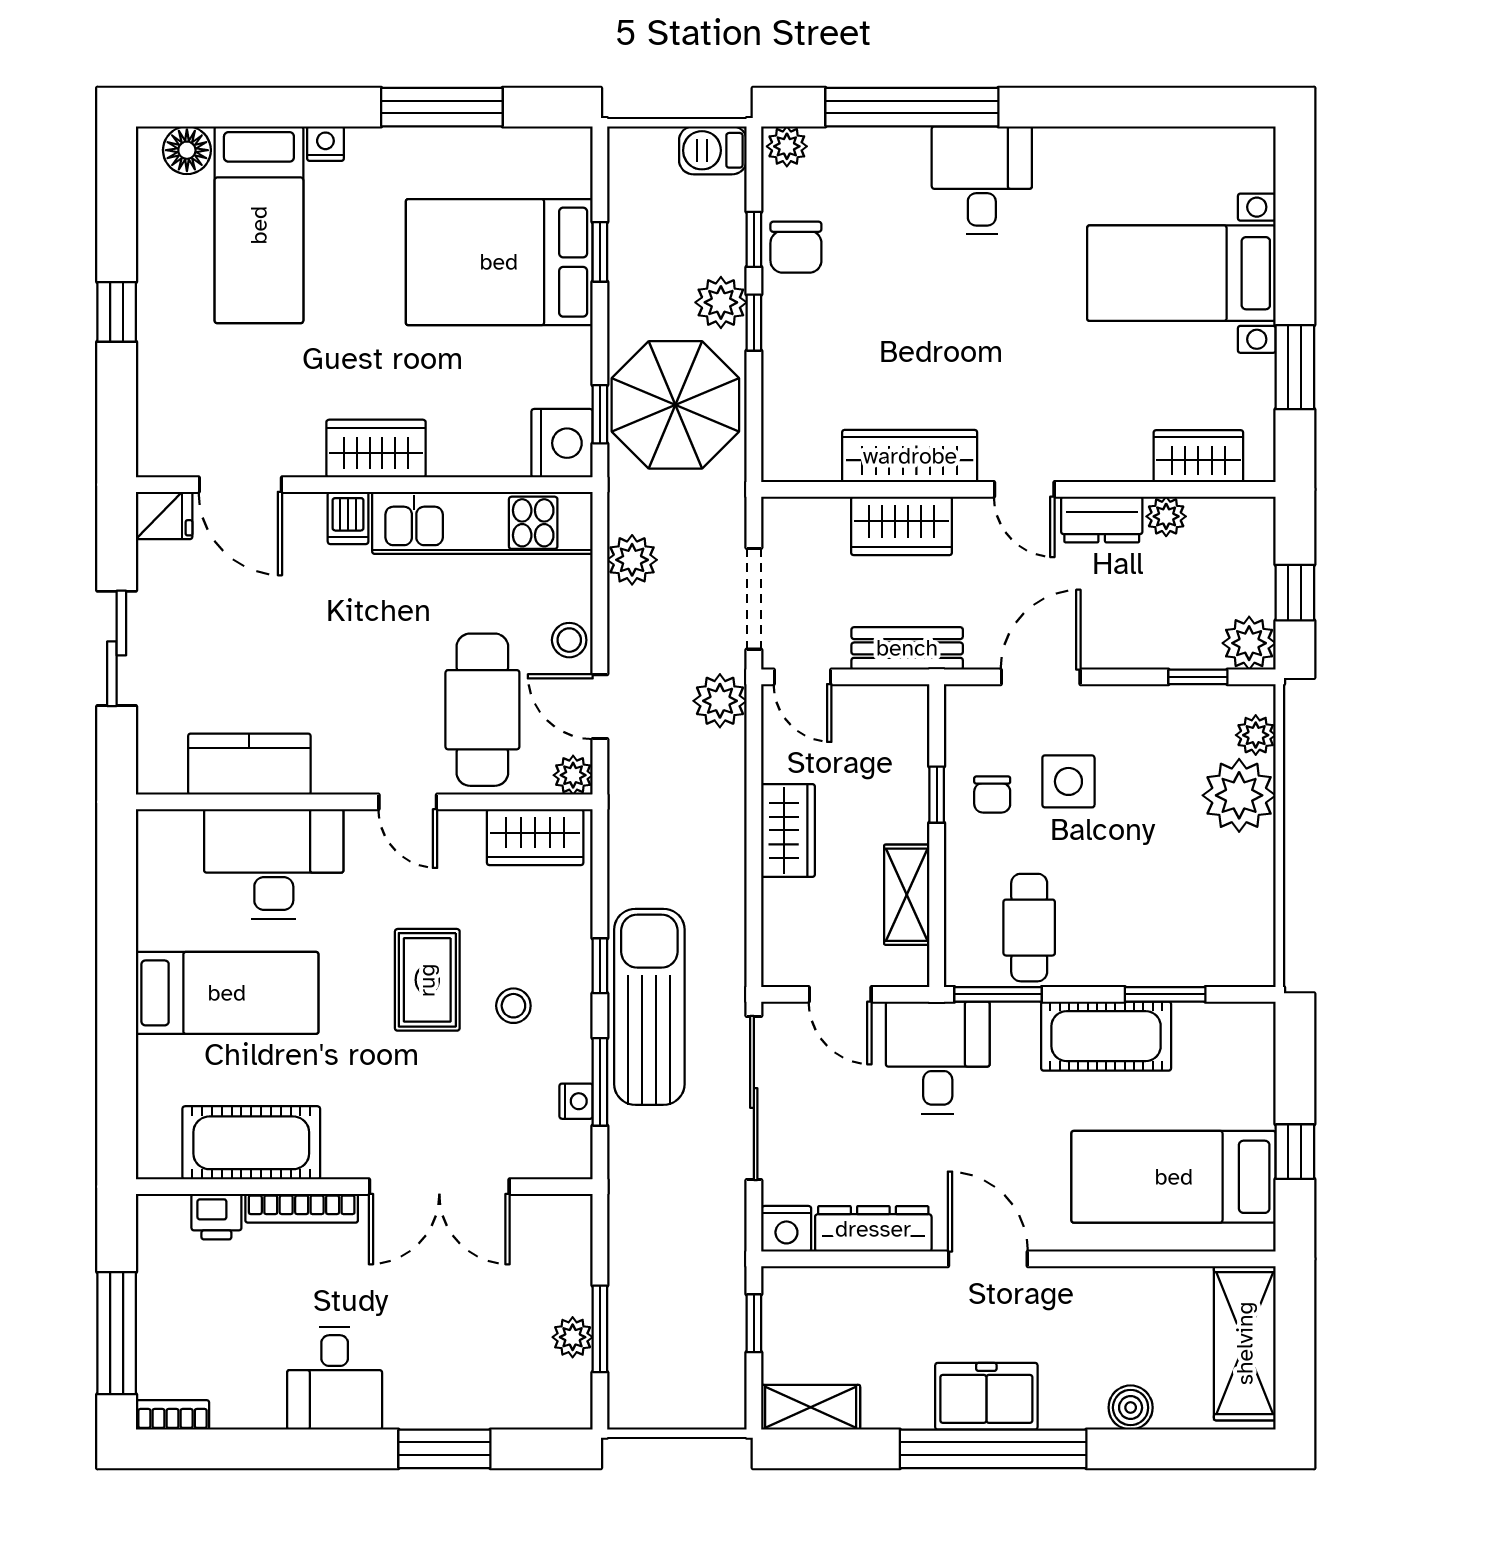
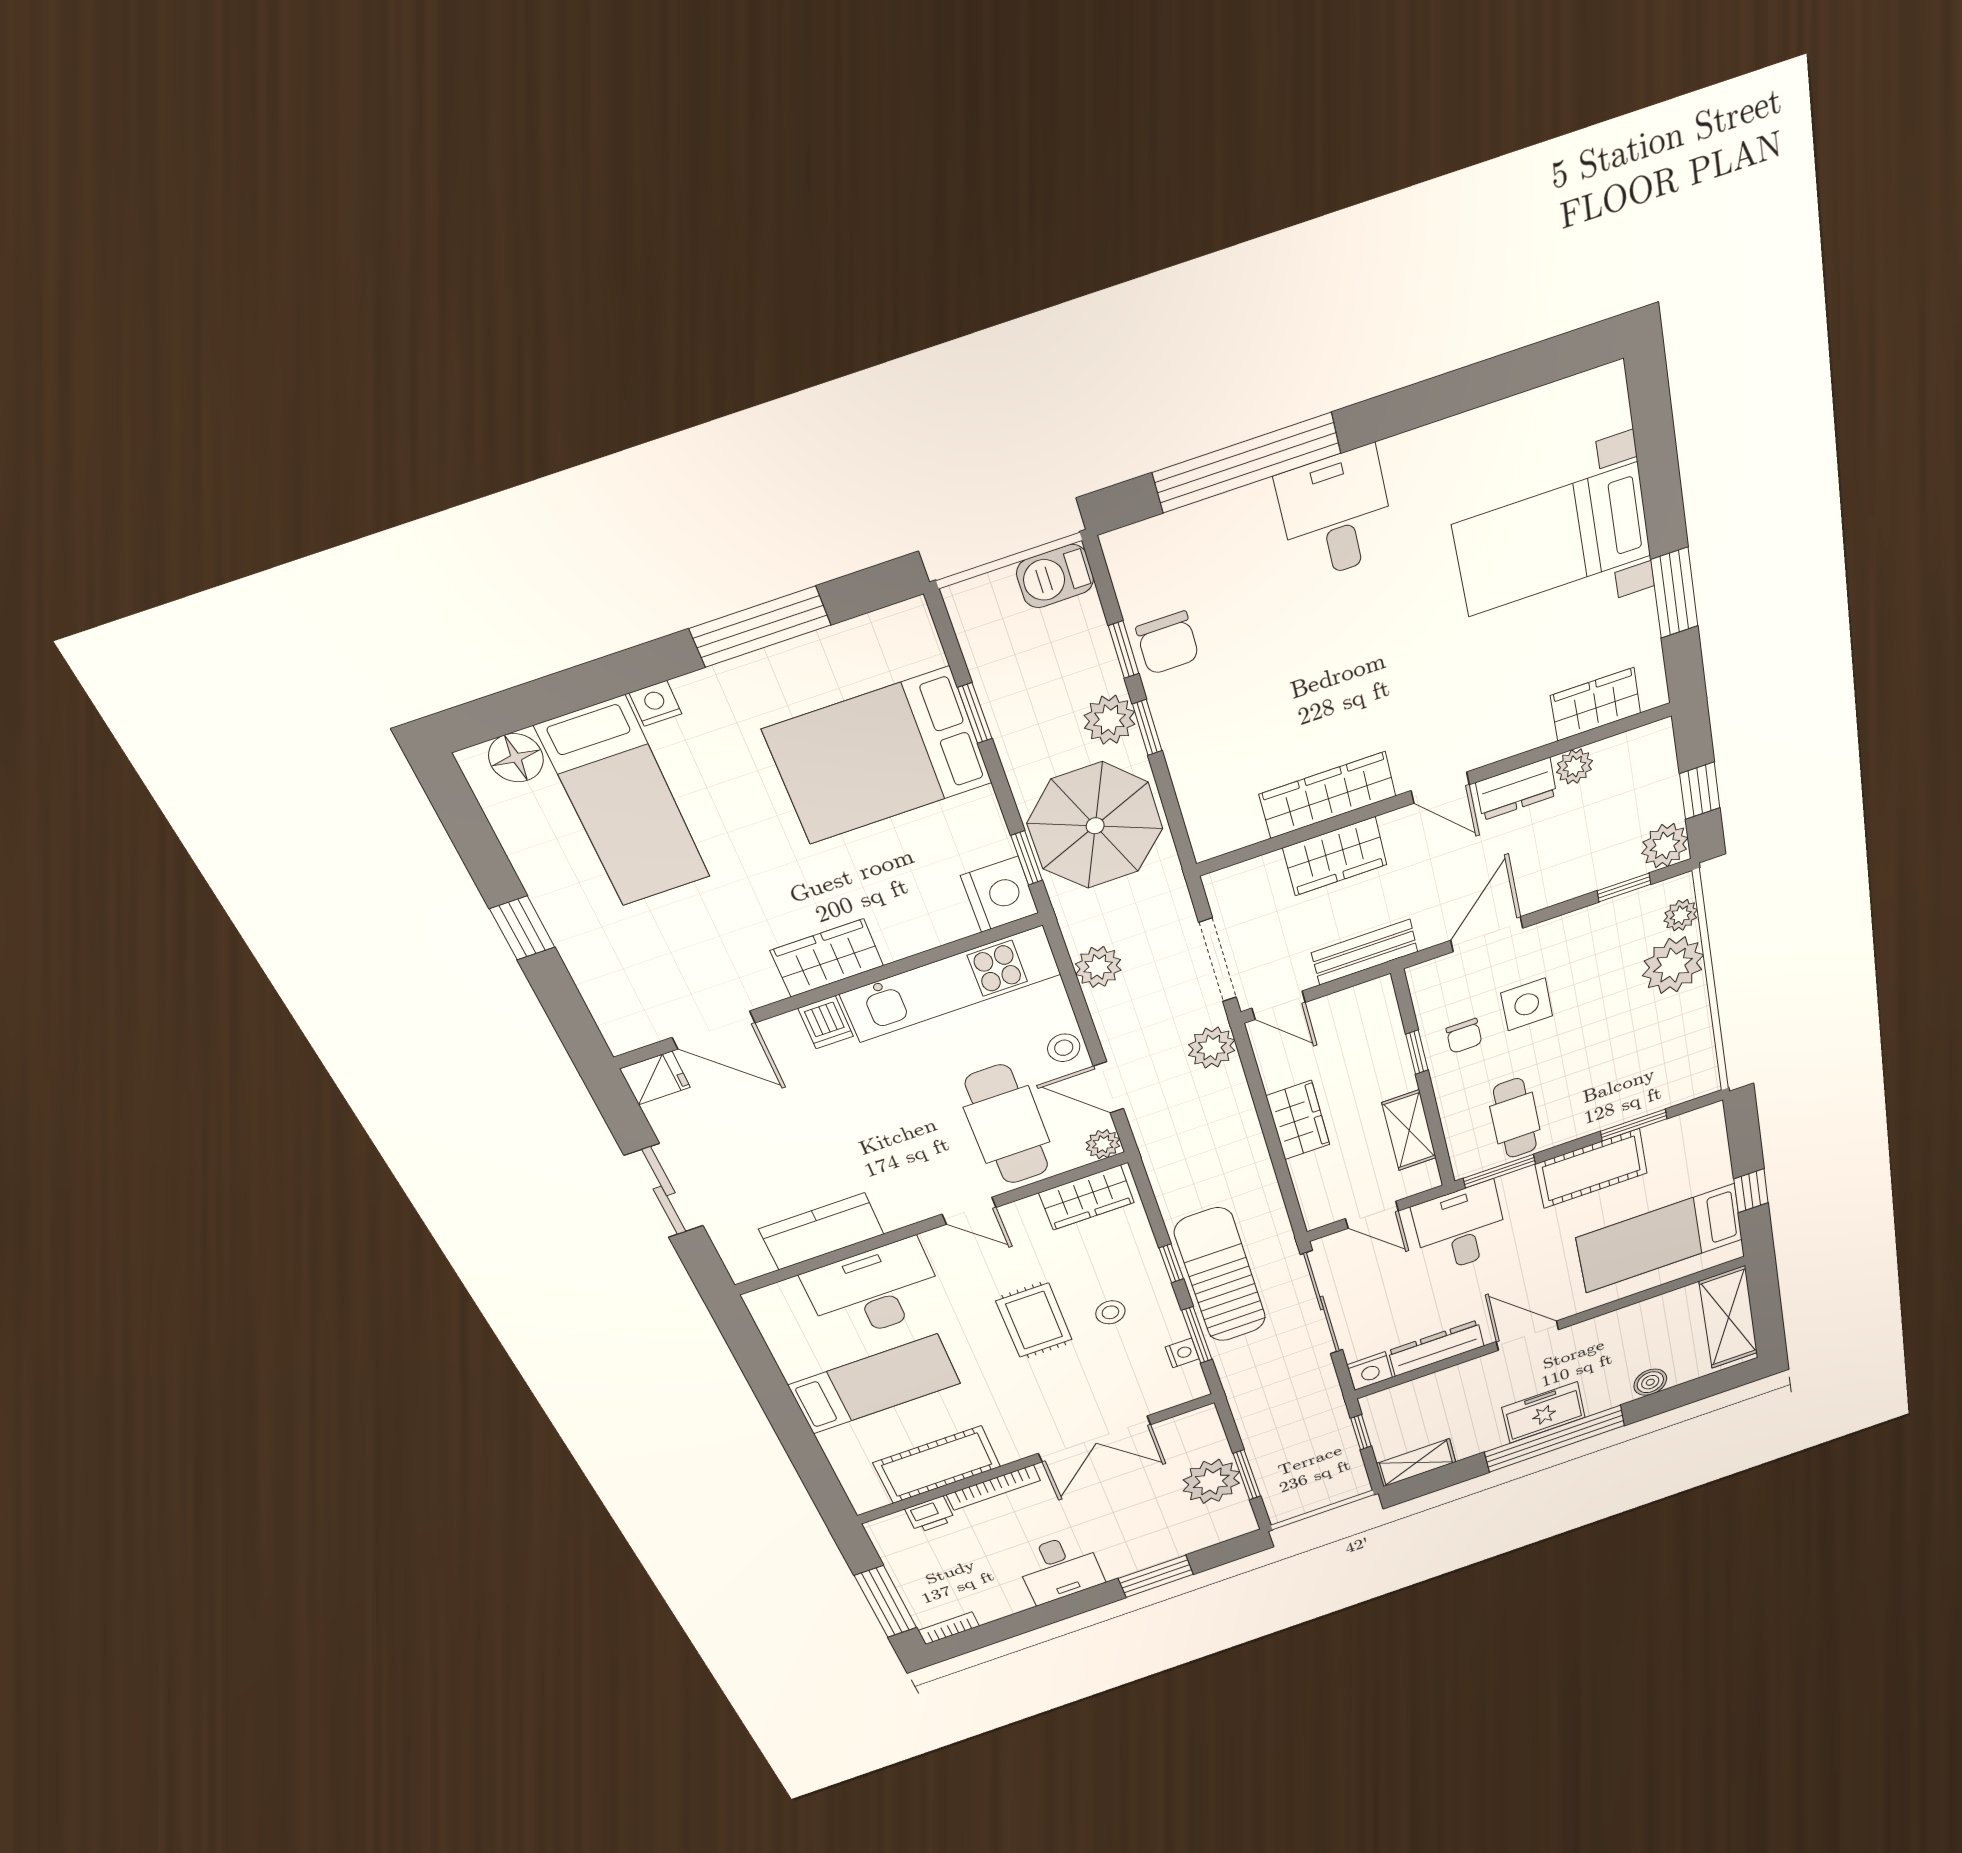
plant: (787, 146) -> (1130, 547), removed
plant: (573, 1337) -> (1211, 1481), width x1.88, depth x1.88

